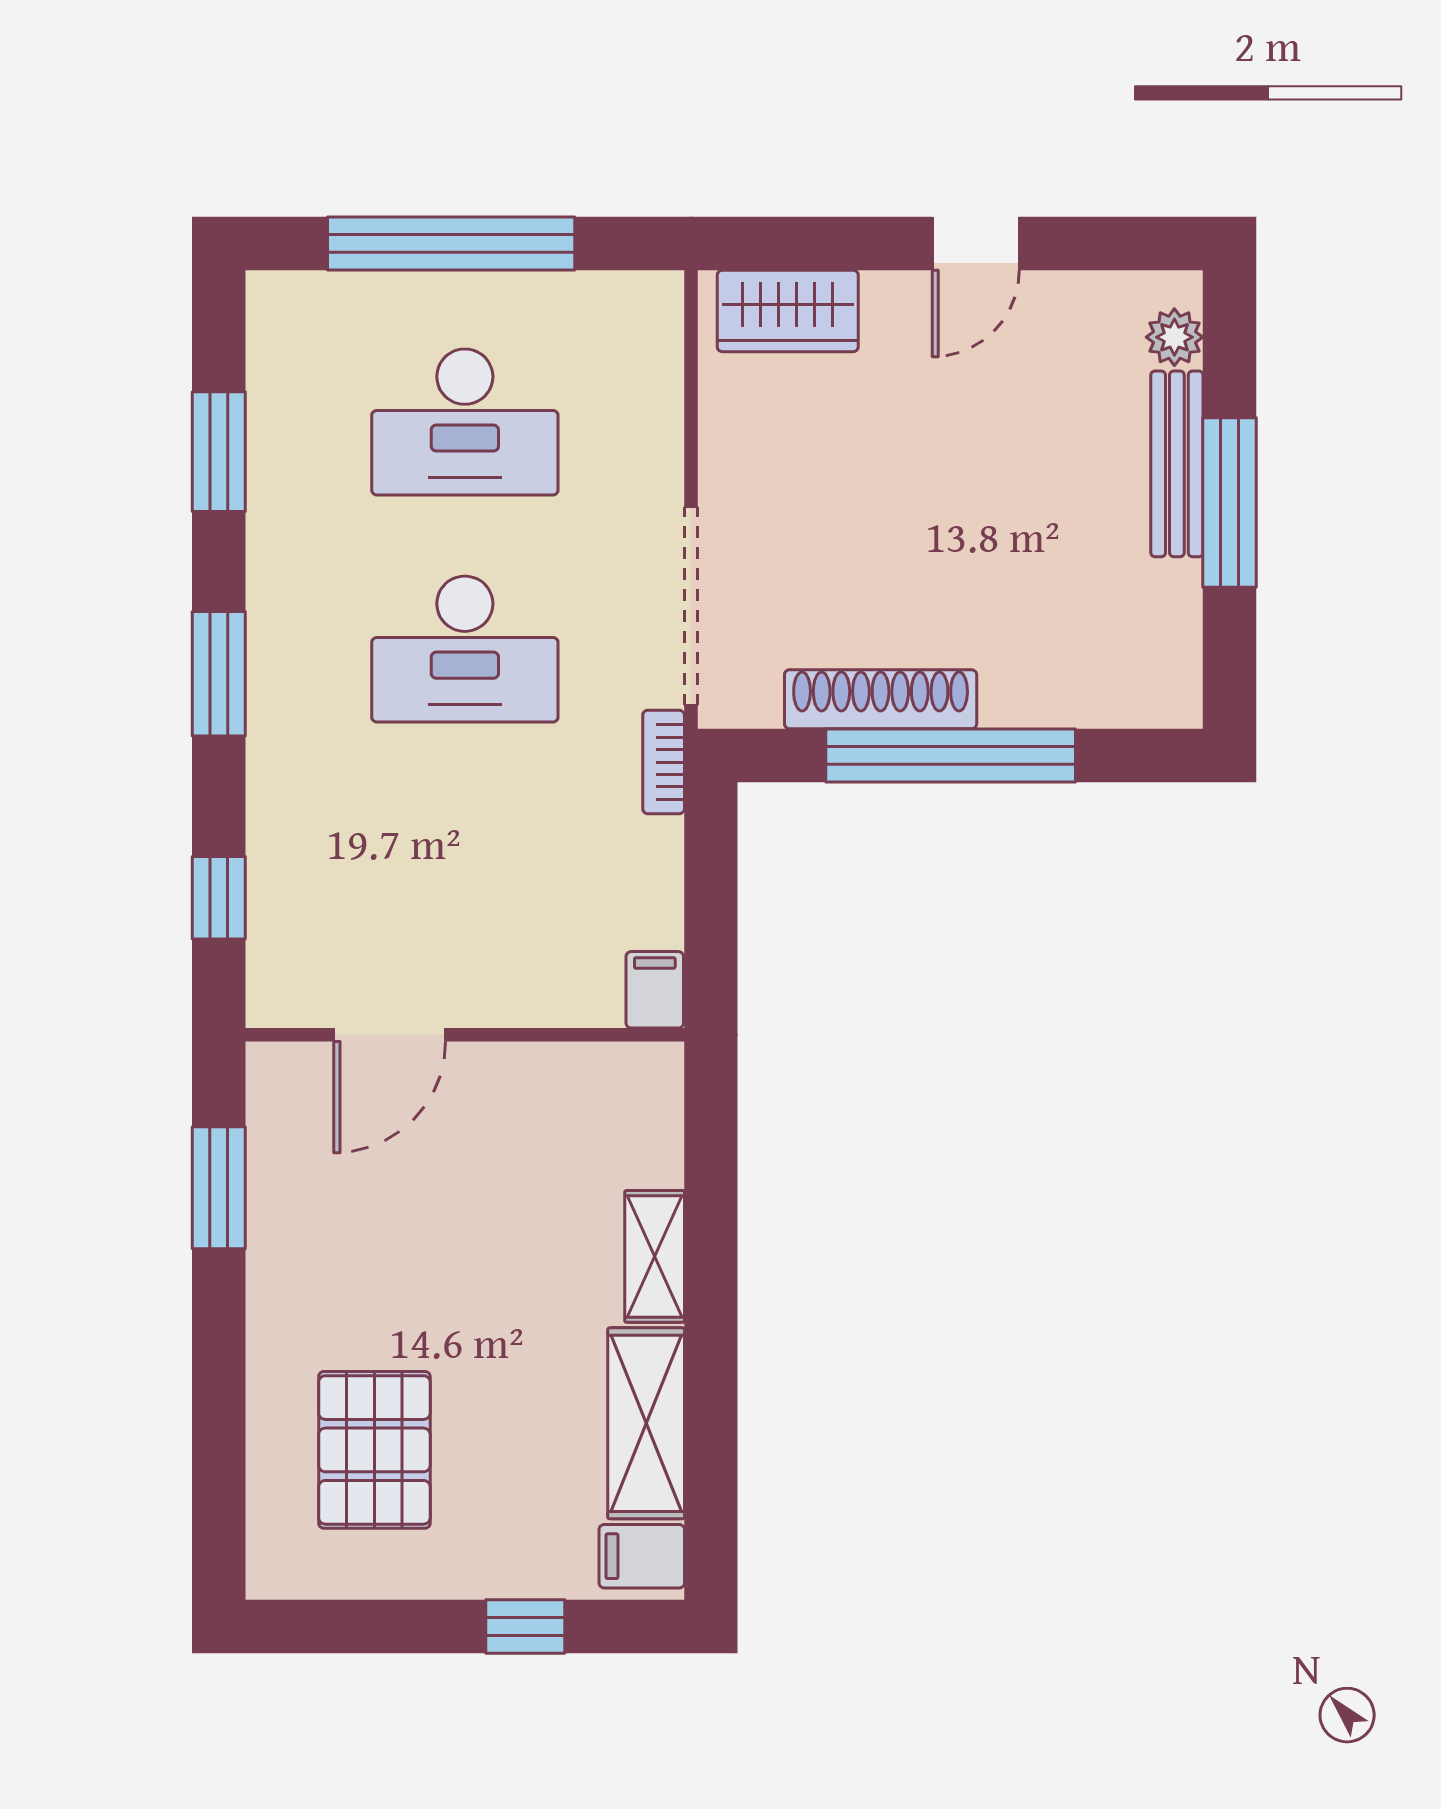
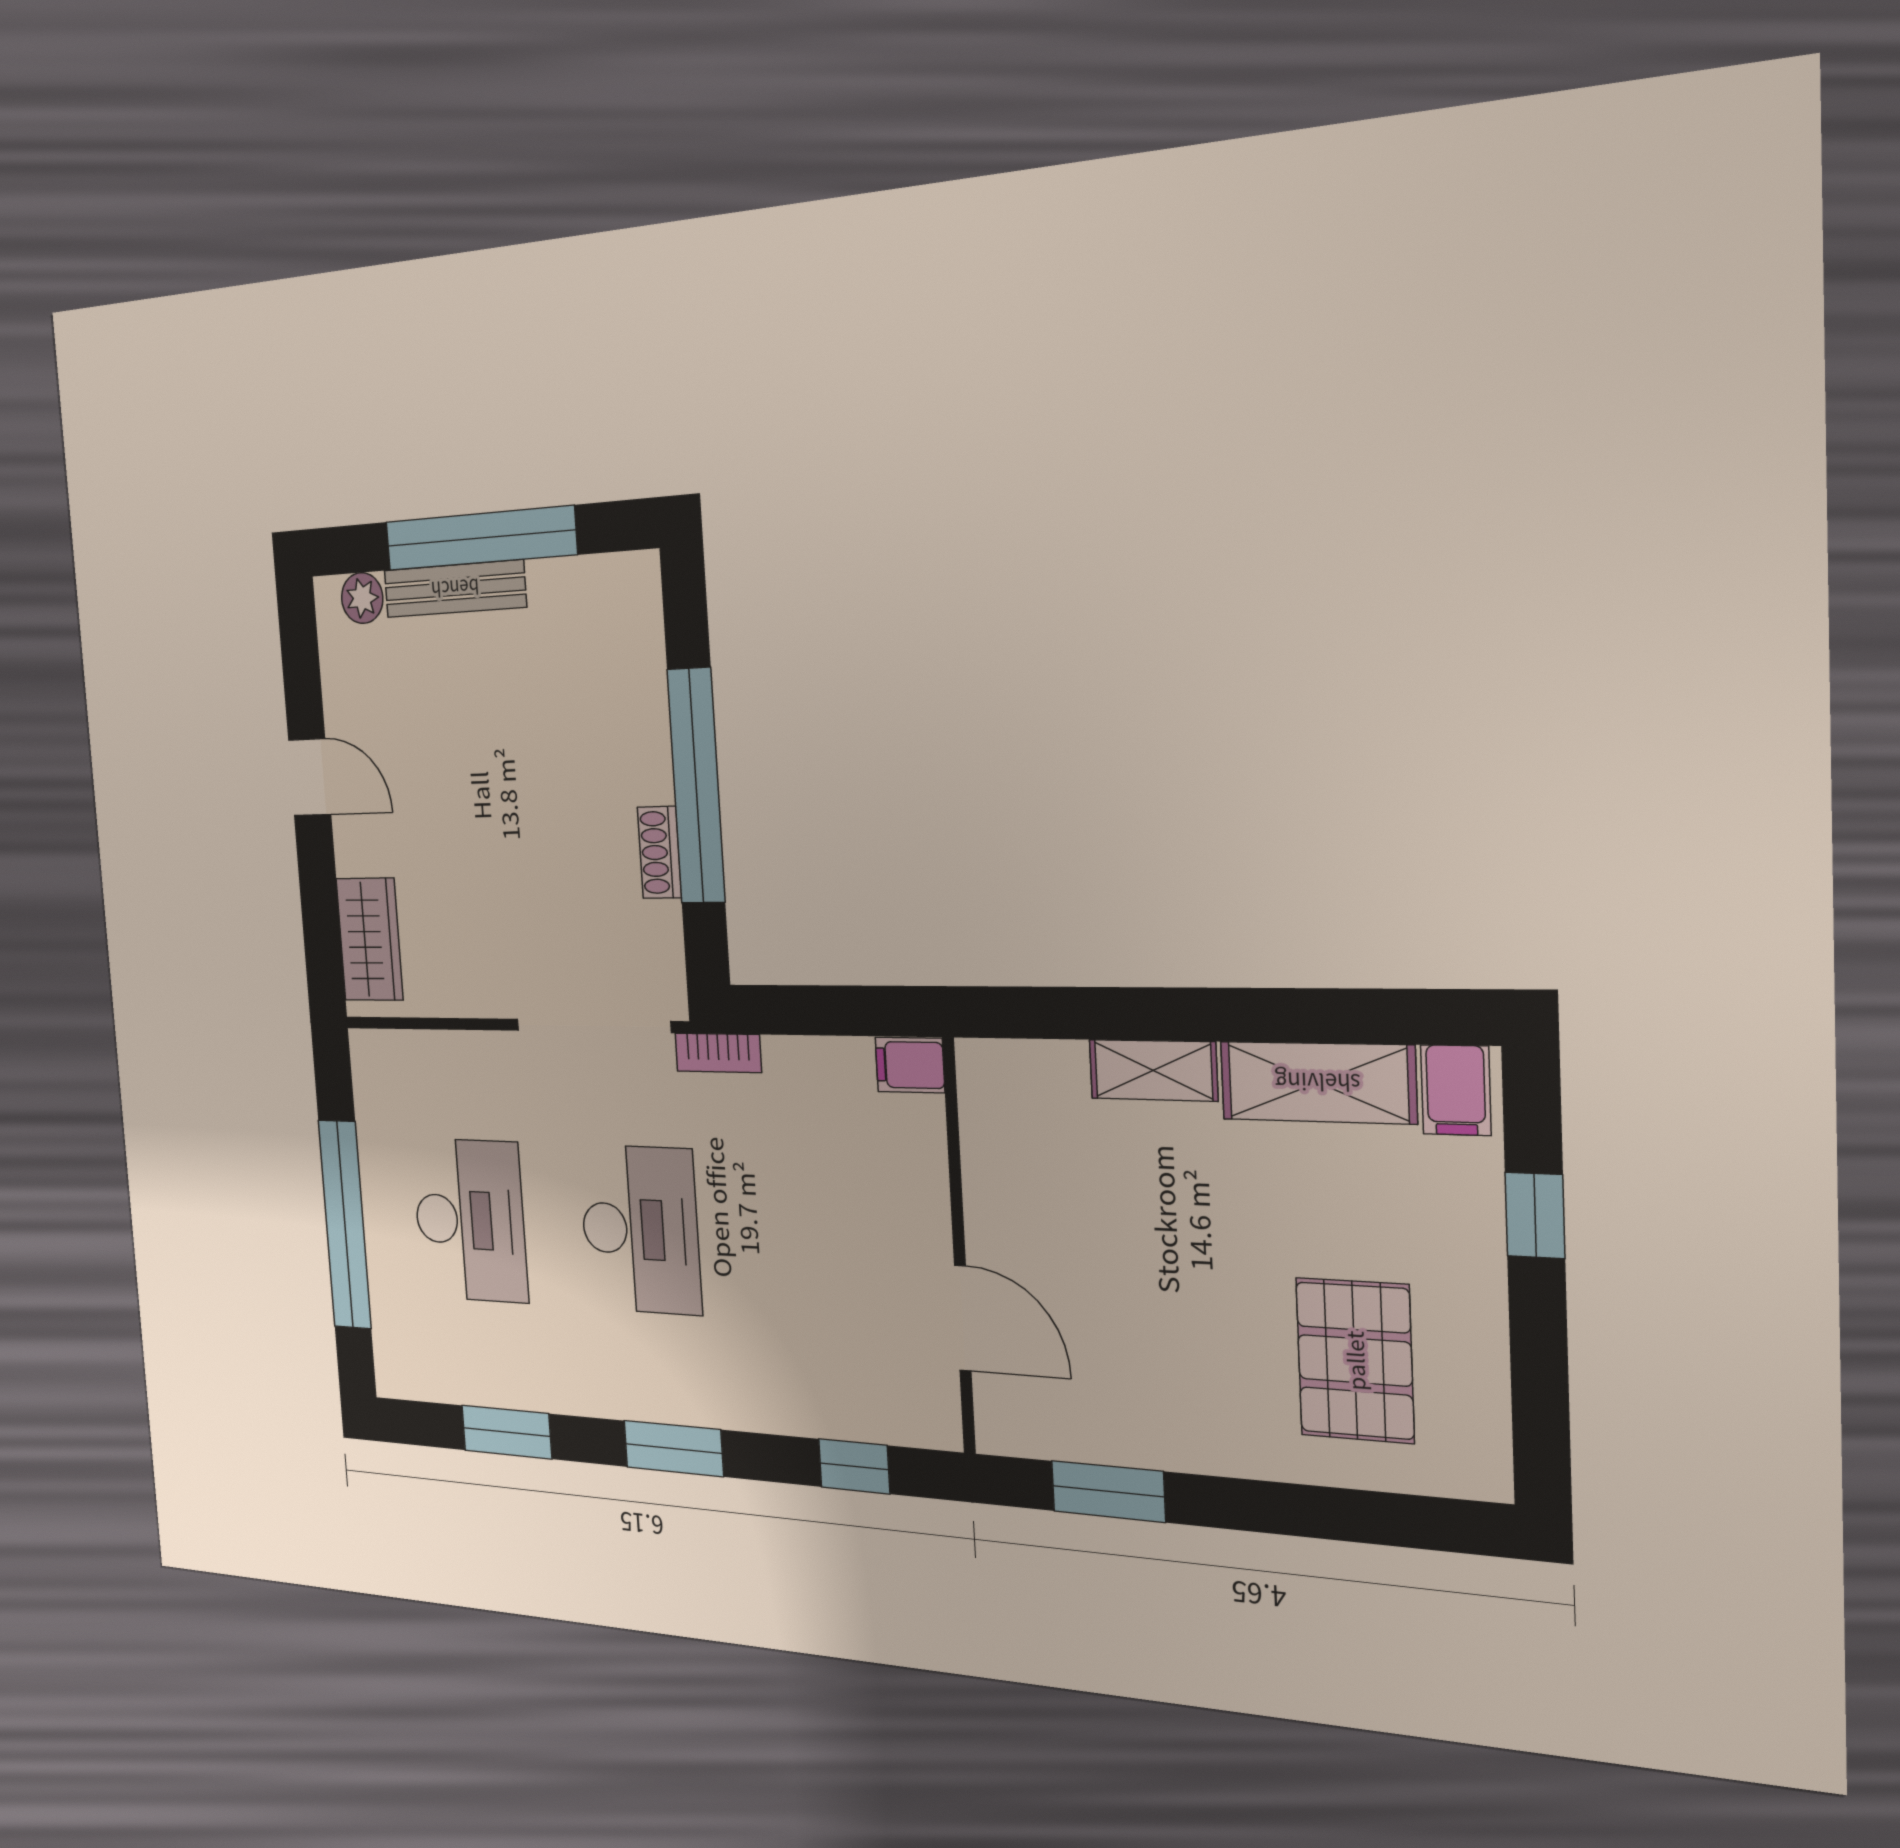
window: (1229, 502) -> (480, 538), width x1.46
shoe rack: (881, 699) -> (659, 852), width x0.51, depth x0.81
pallet: (374, 1450) -> (1355, 1360), turned 90

